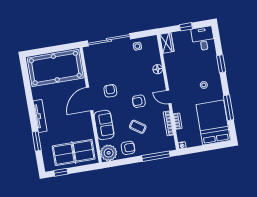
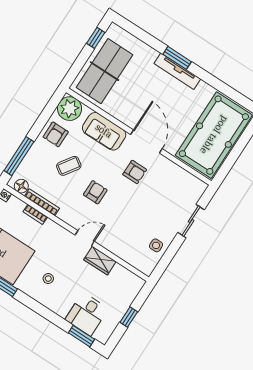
desk: (203, 39) -> (87, 314), moved, turned 90
sliding door: (109, 40) -> (191, 221), width x0.54
wardrobe: (167, 43) -> (100, 261), moved
window: (221, 64) -> (81, 336), moved
floor lamp: (158, 69) -> (21, 186), moved
door: (169, 97) -> (85, 238), moved
window: (37, 141) -> (177, 58), moved

